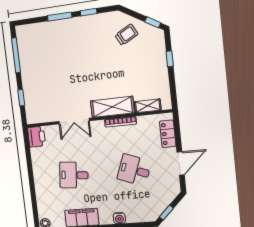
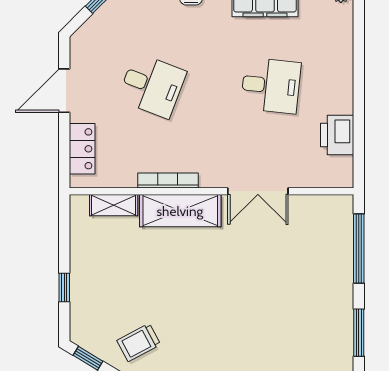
window: (16, 55) -> (359, 333), width x0.69
window: (21, 98) -> (359, 249), width x2.17
double door: (74, 121) -> (258, 191), swing flipped
printer: (36, 137) -> (337, 135), moved

